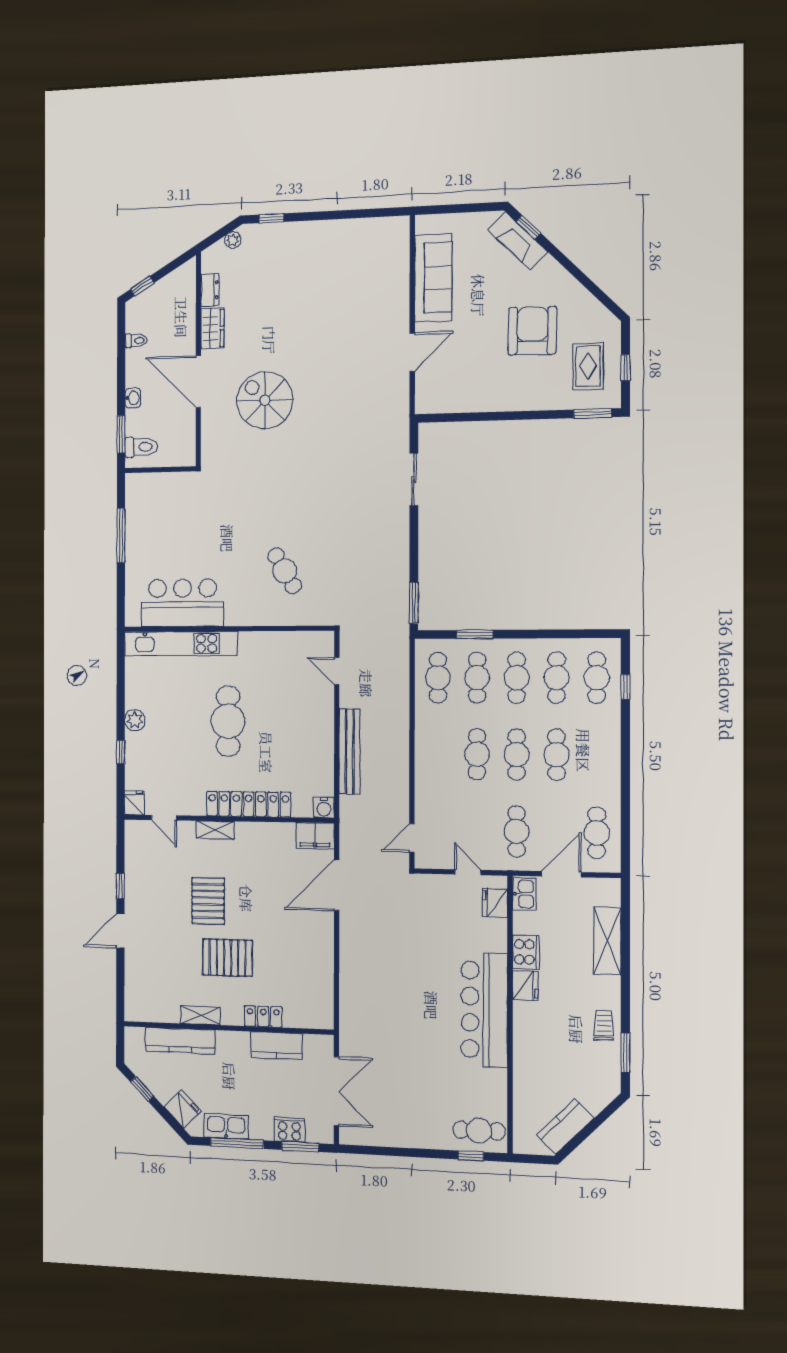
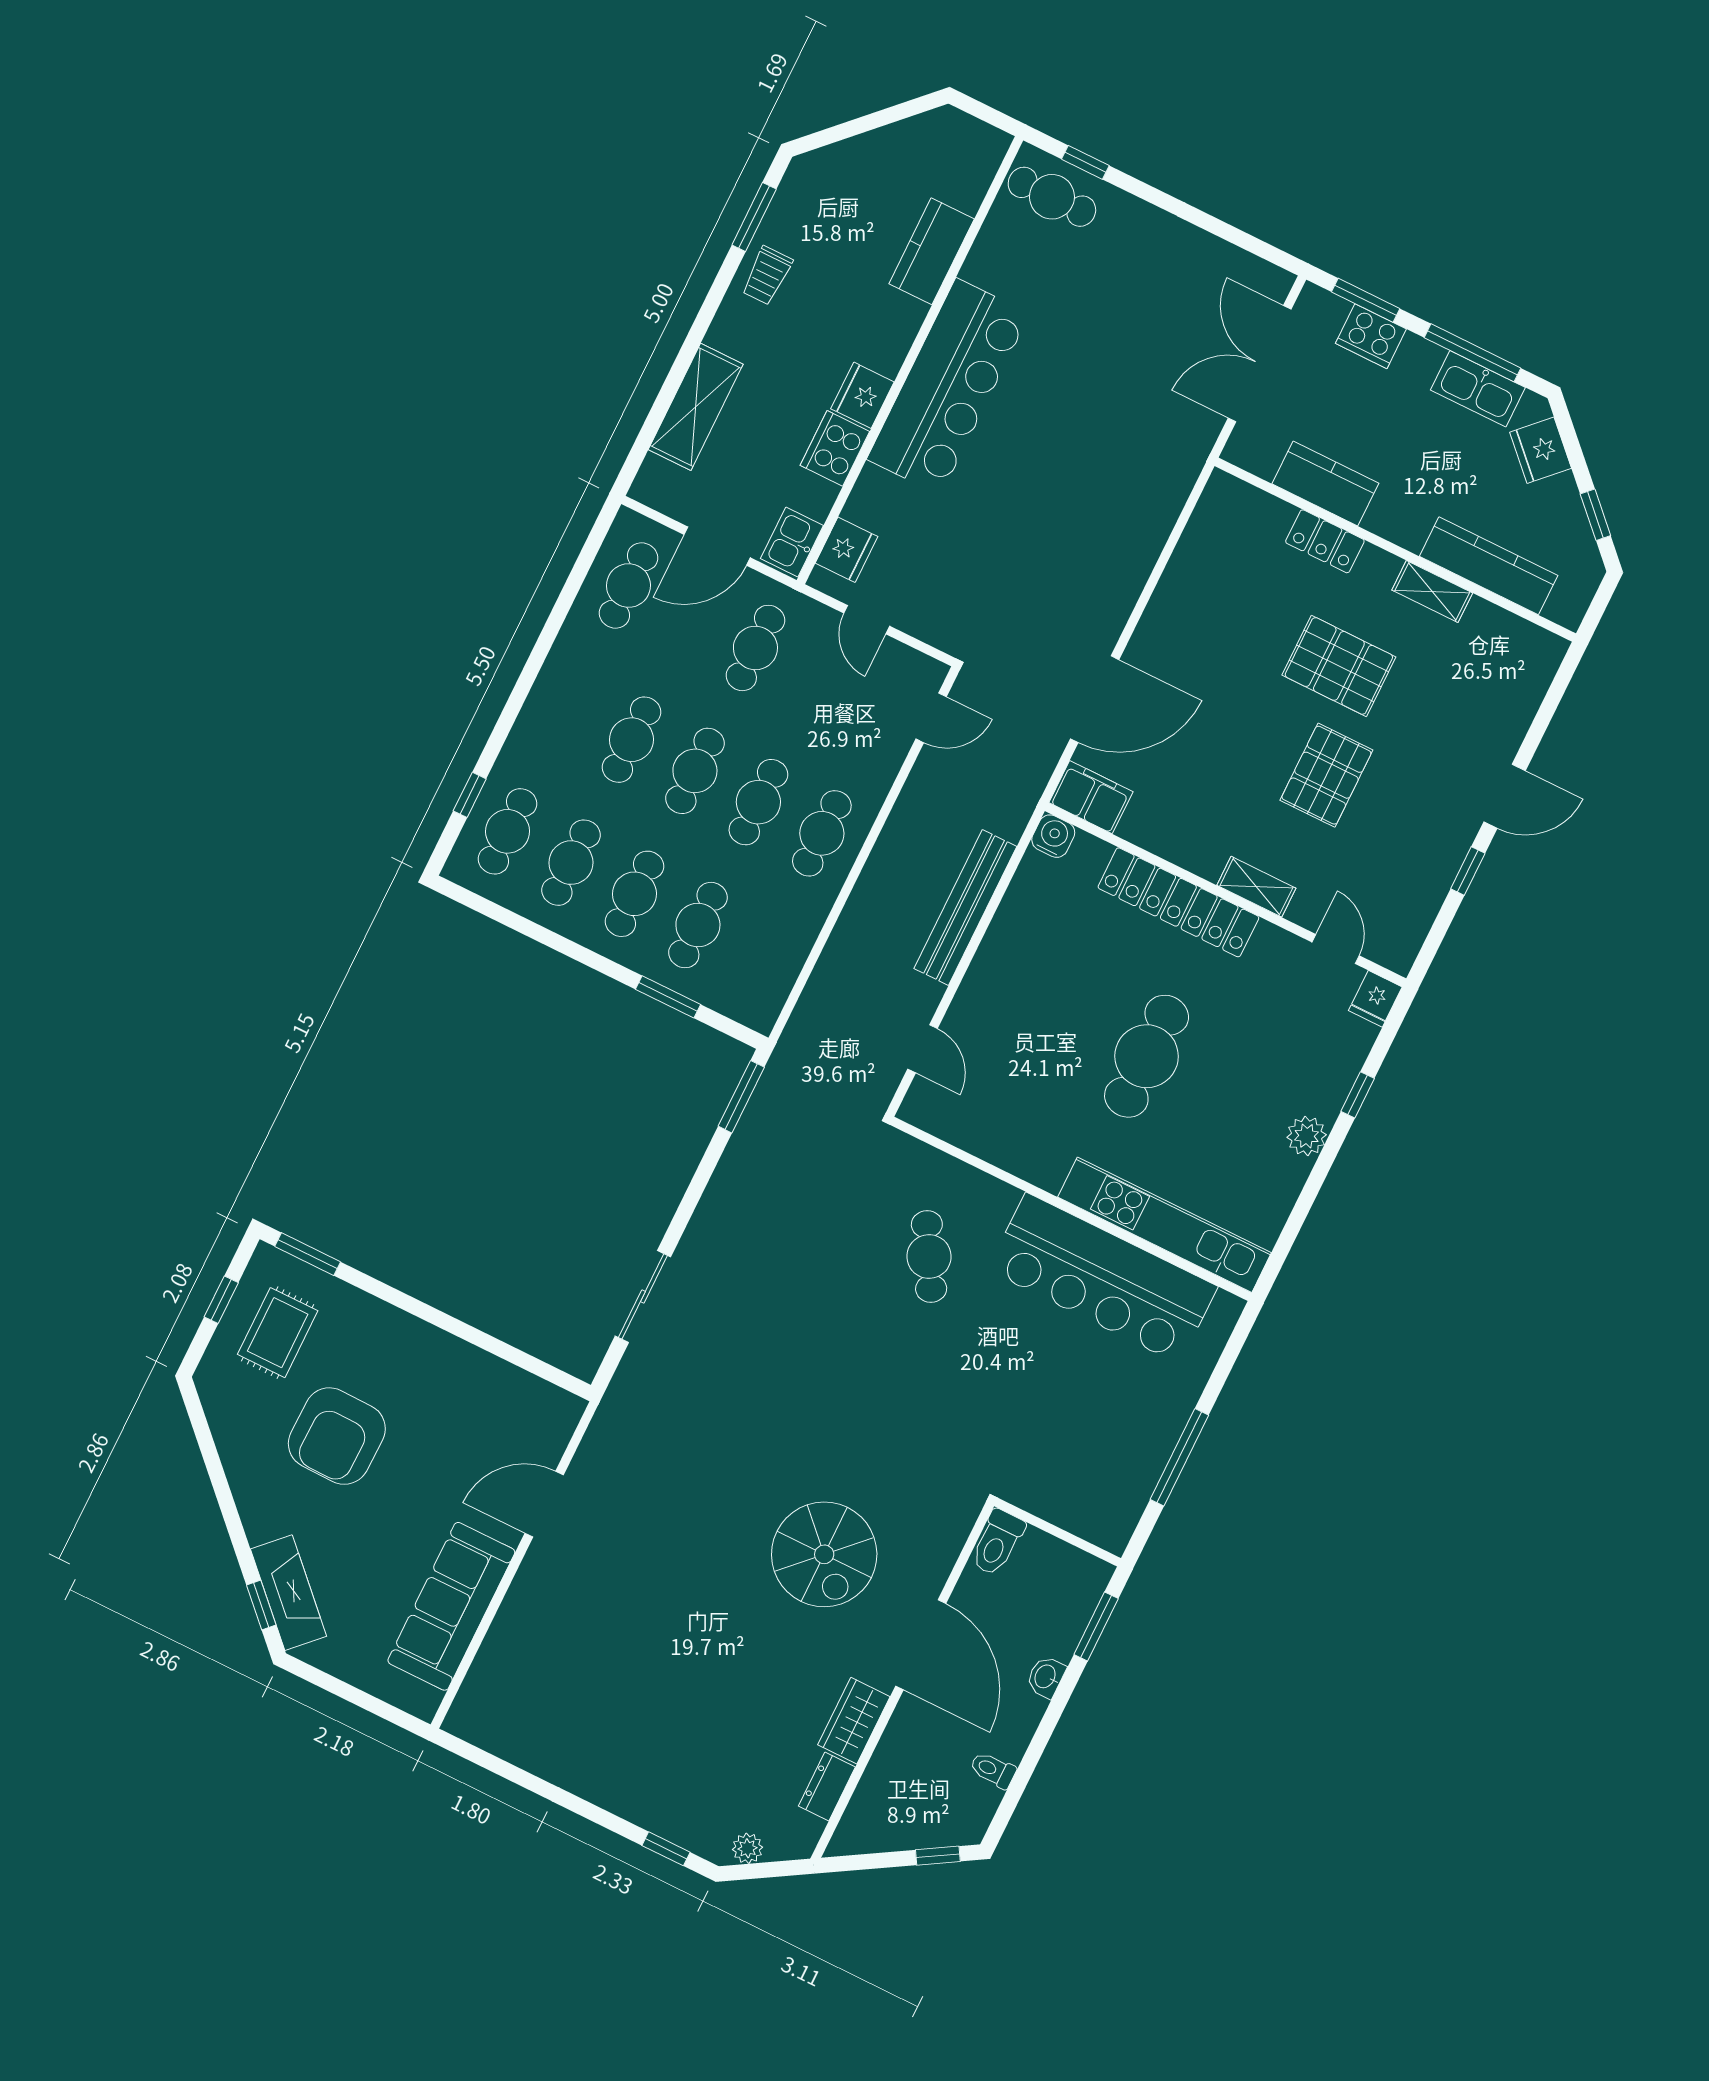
toilet: (141, 447) -> (997, 1543), moved, turned -90
bar counter: (182, 603) -> (1103, 1278), width x1.36
cafe table: (438, 678) -> (822, 833), moved
kitchen counter: (565, 1127) -> (932, 251), moved, turned 135

